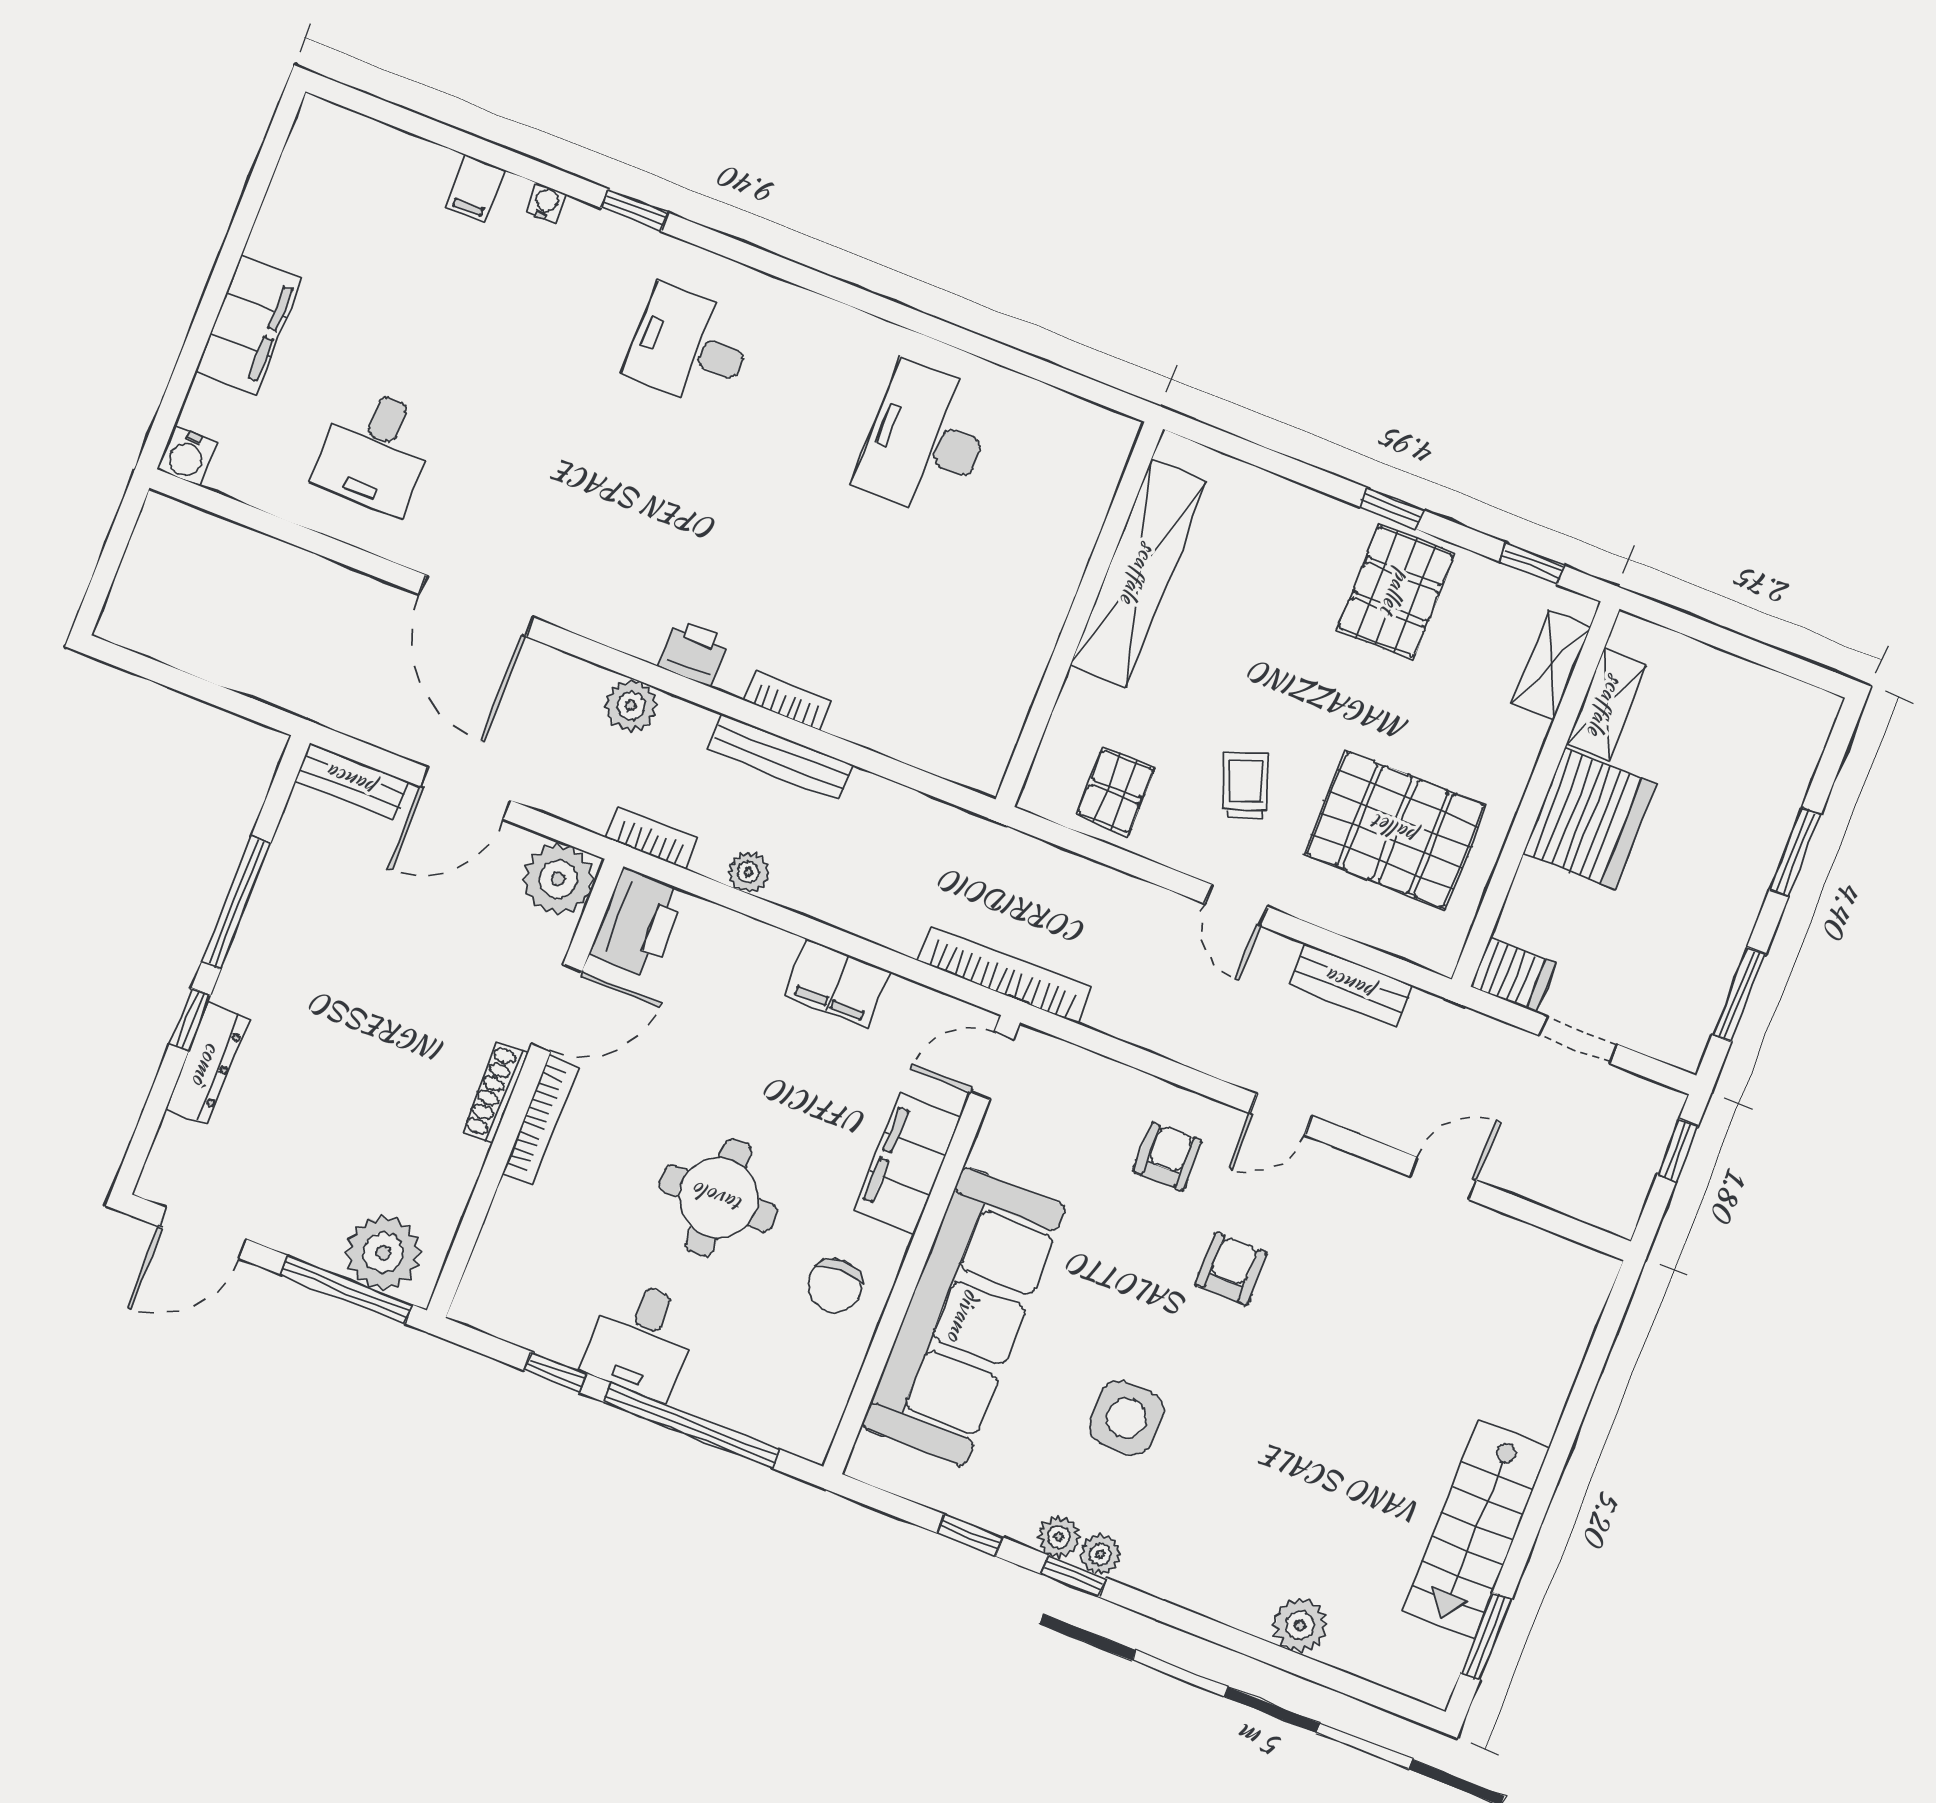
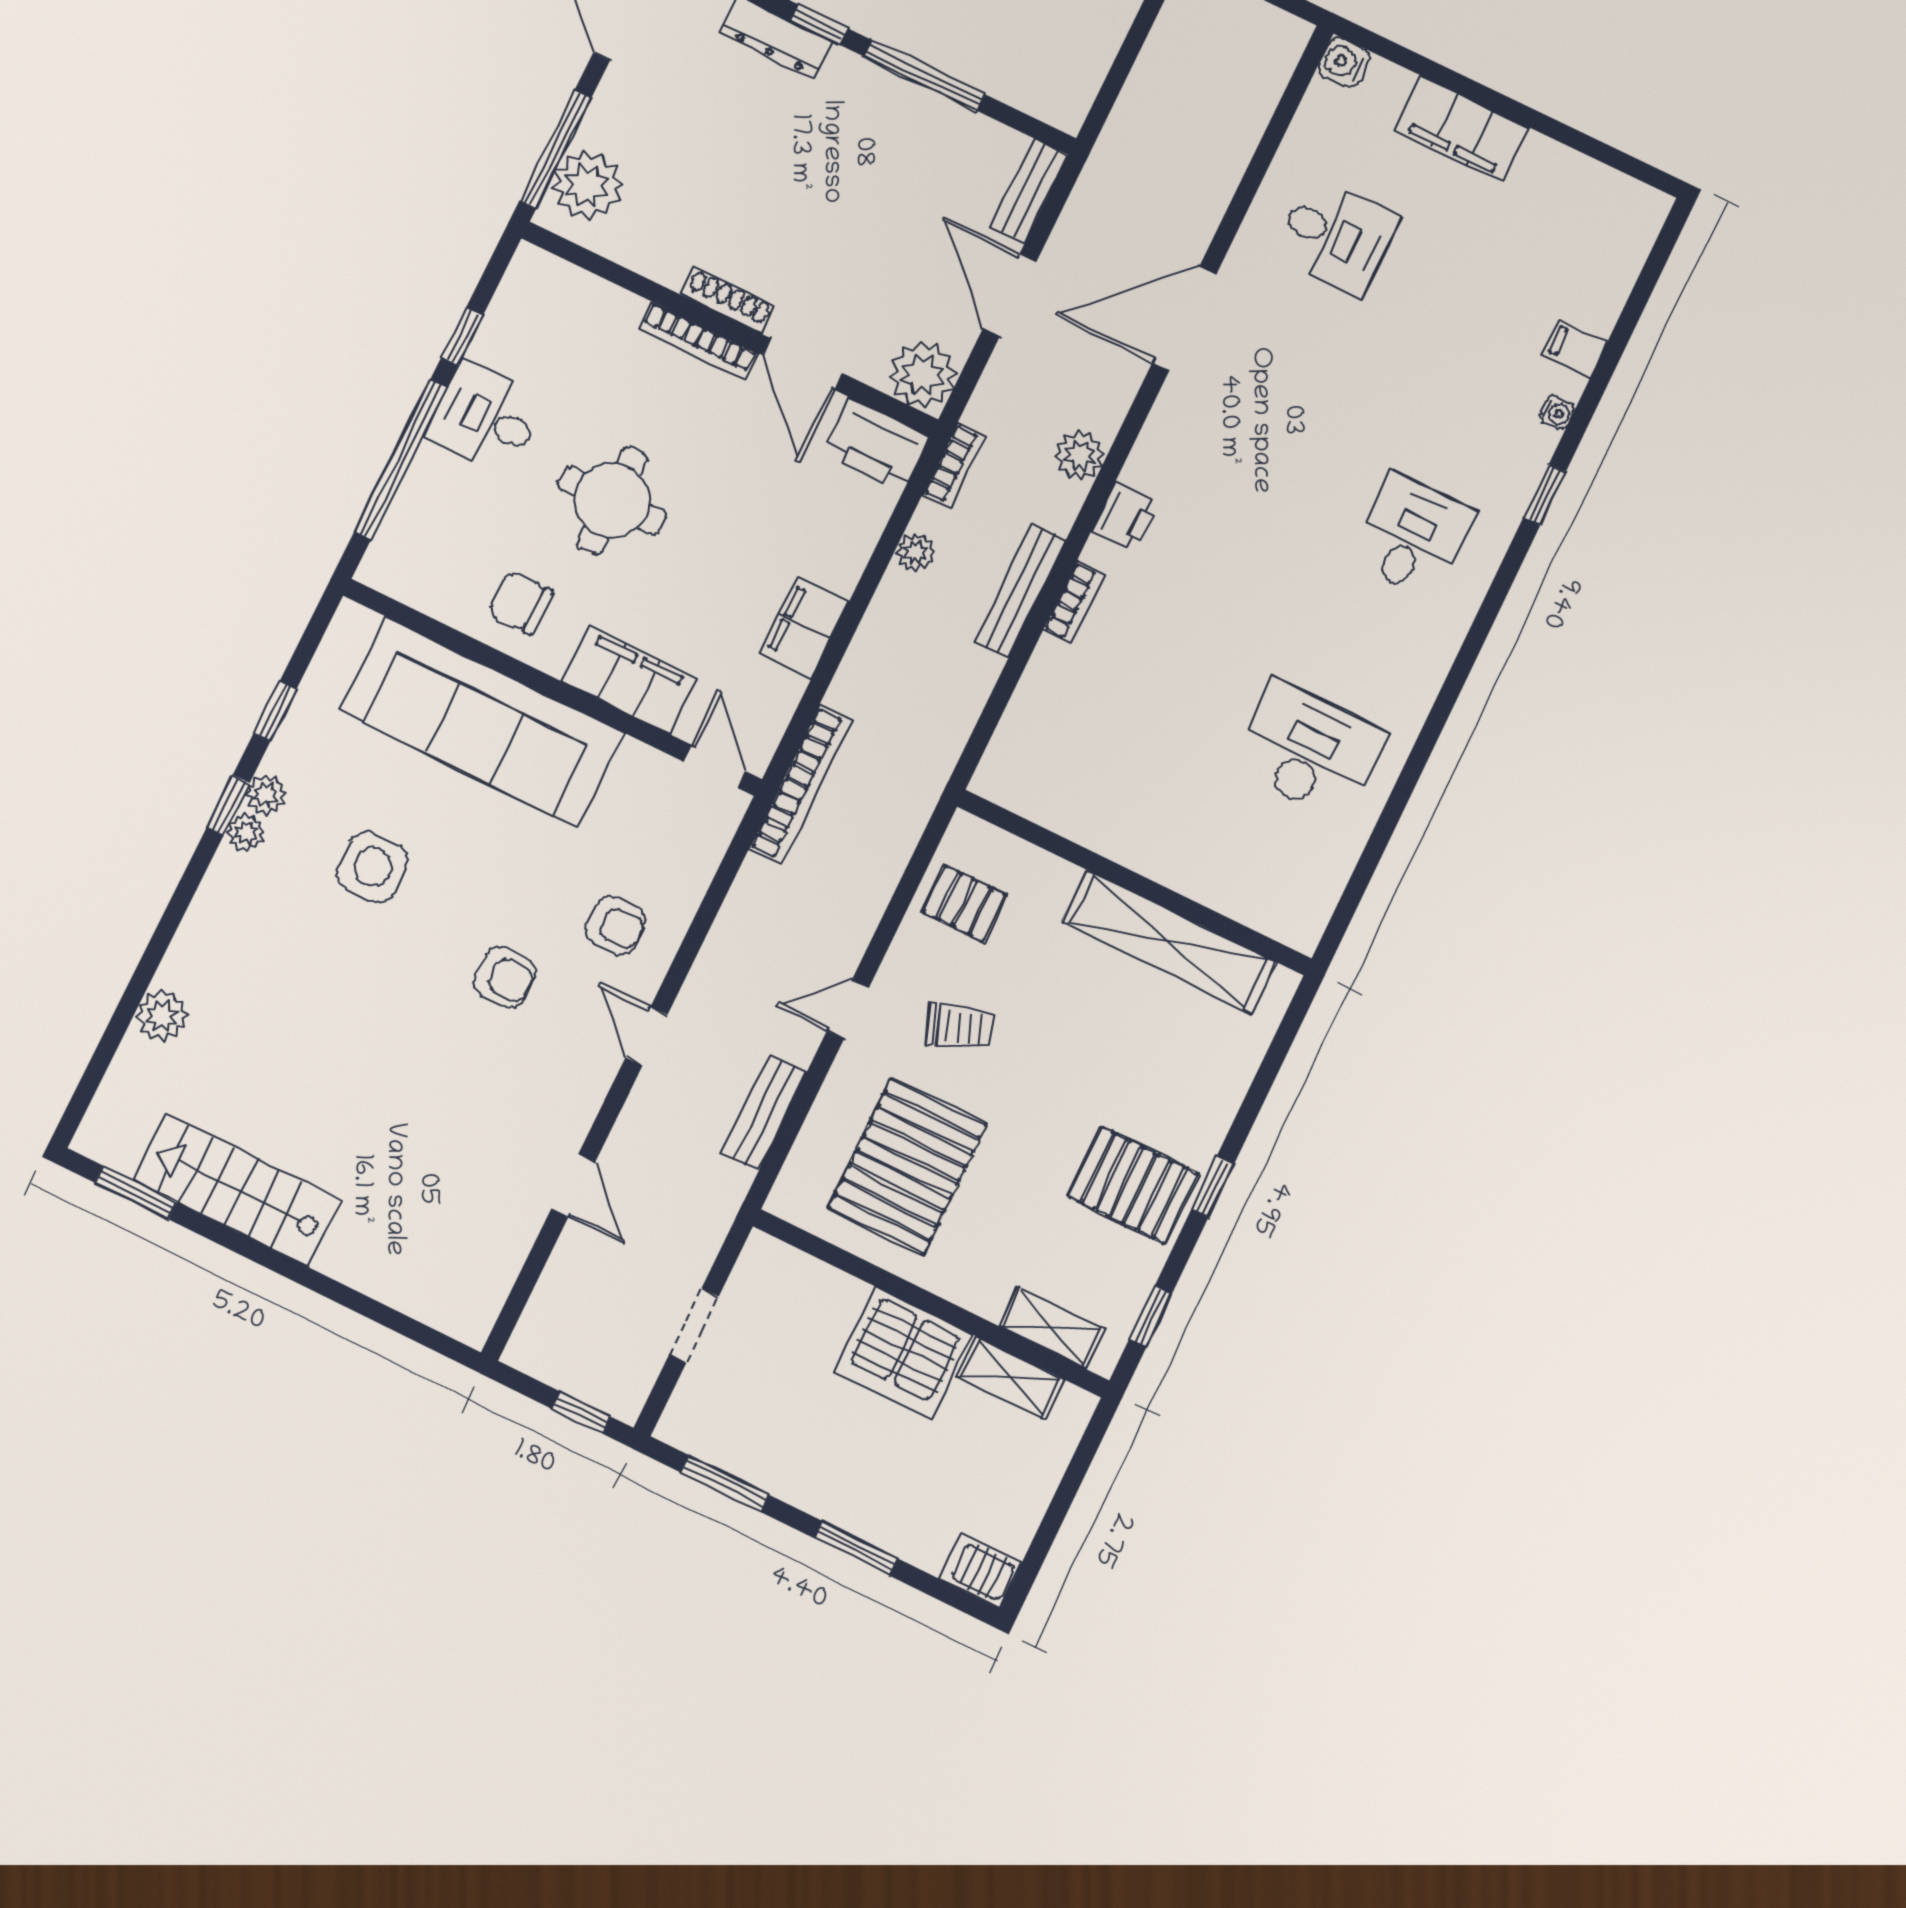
desk: (375, 451) -> (1336, 236), turned 180
server rack: (1513, 975) -> (980, 1570), moved, turned 90

